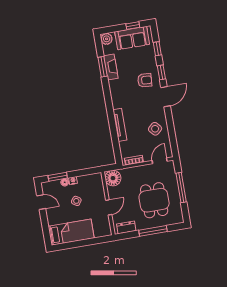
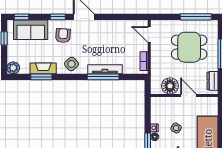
sofa: (132, 38) -> (31, 30), moved, turned 90
window: (157, 49) -> (21, 17), moved
window: (112, 124) -> (103, 77), added
side table: (155, 129) -> (72, 64), moved
floor lamp: (113, 178) -> (170, 86), moved
window: (181, 188) -> (196, 17), moved

